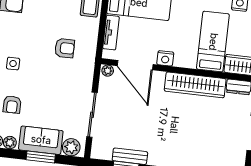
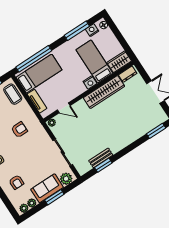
nightstand: (165, 58) -> (90, 82), moved
door: (135, 65) -> (64, 108), width x0.53

